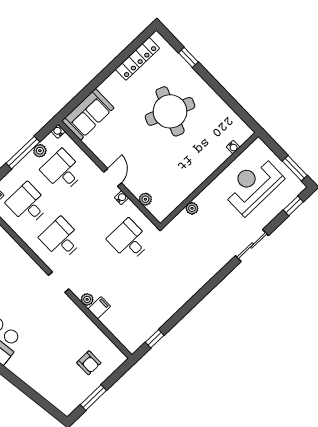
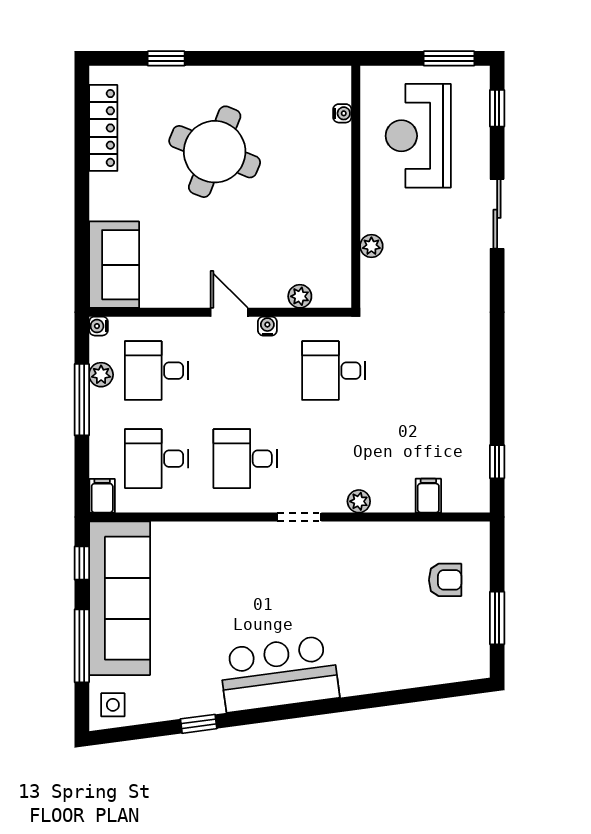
filing cabinet: (99, 308) -> (428, 496), moved

